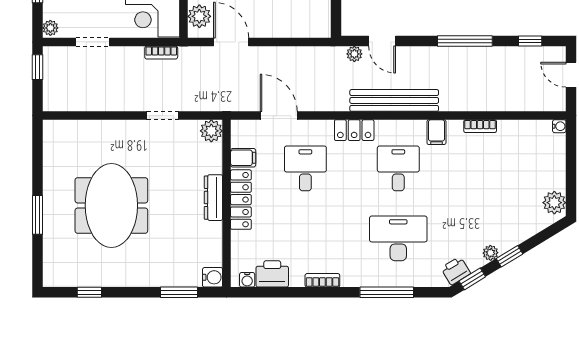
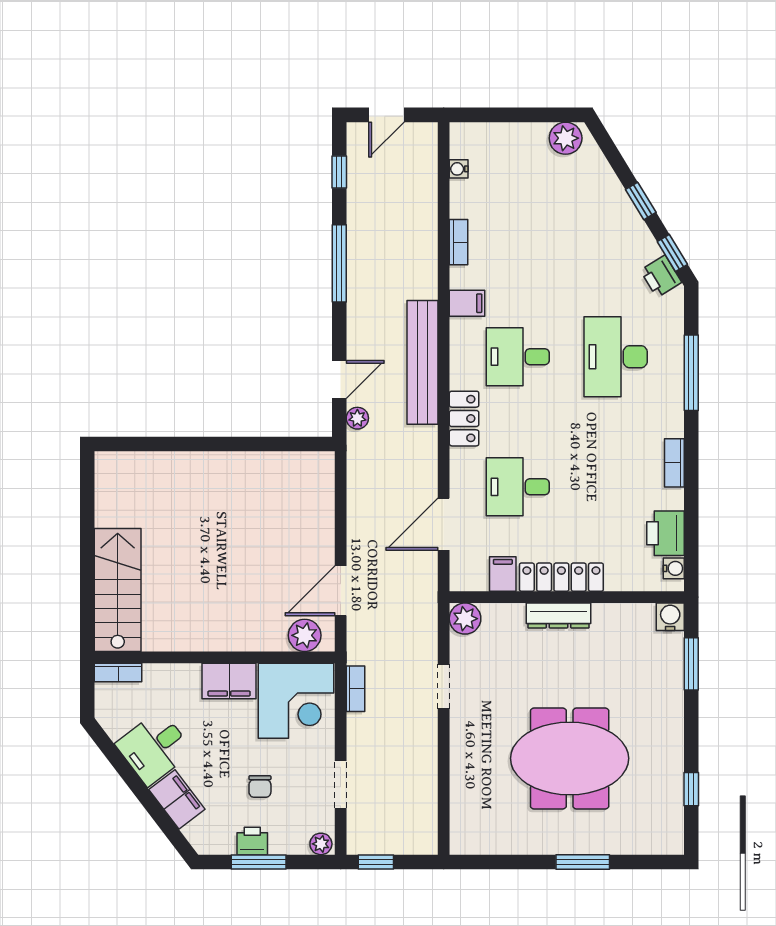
water cooler: (559, 126) -> (459, 169), moved, turned -90
plant: (490, 253) -> (636, 228), removed

